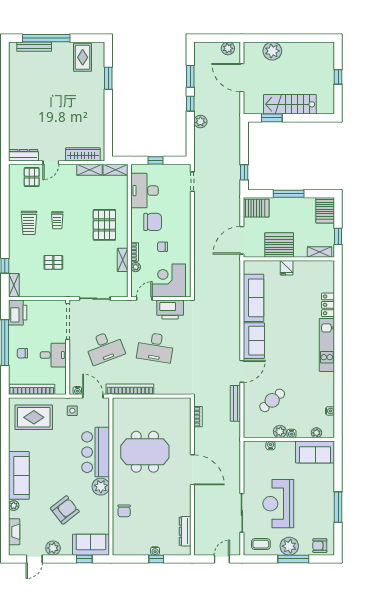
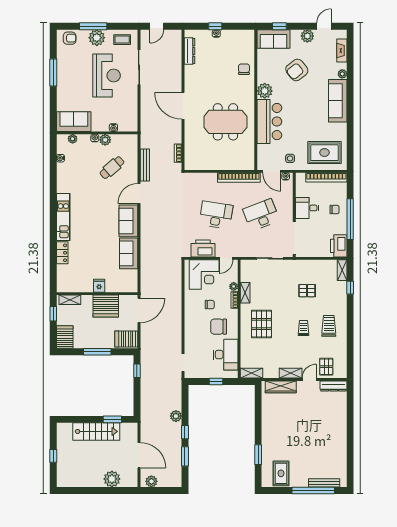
shelving: (89, 170) -> (291, 373), moved
sofa: (253, 298) -> (129, 253), width x0.73

